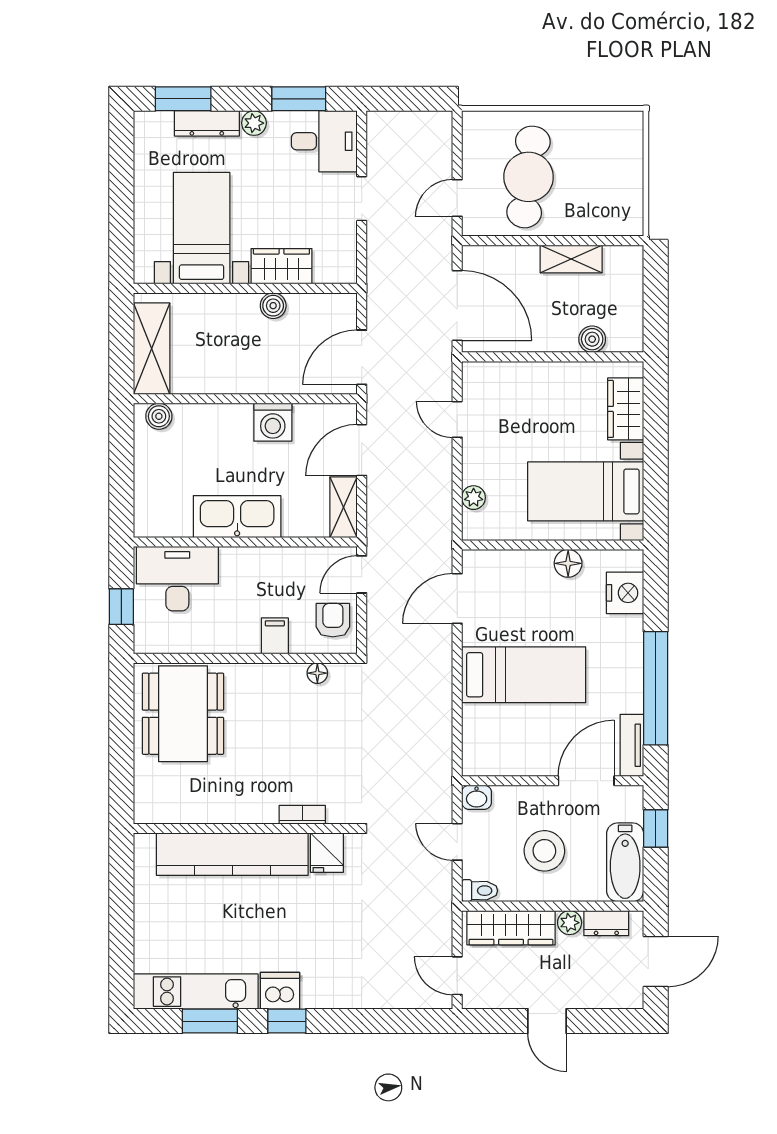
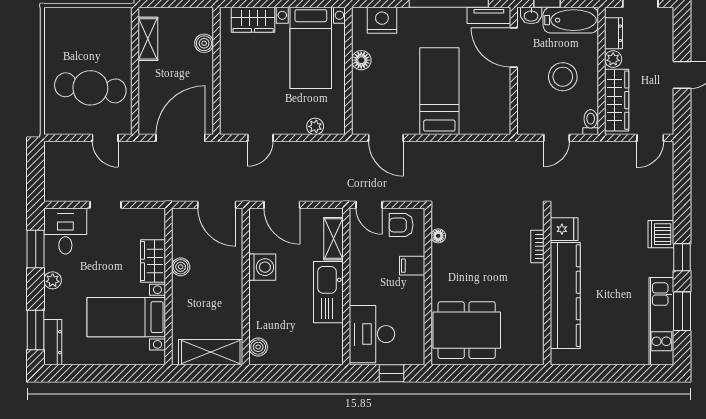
dresser: (207, 123) -> (53, 342), moved
shelving: (571, 259) -> (148, 39), moved
shelving: (344, 507) -> (334, 239), moved, turned 90
washbasin: (477, 797) -> (531, 16), moved, turned 90
dishwasher: (280, 991) -> (661, 234), moved

